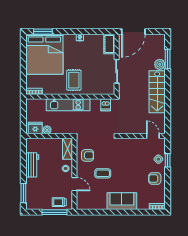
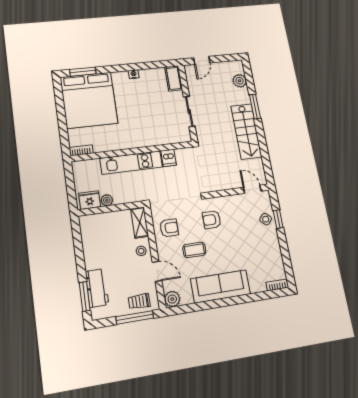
door: (133, 32) -> (202, 60), width x0.53
window: (168, 59) -> (255, 107), moved
plant: (160, 64) -> (240, 81), moved
rug: (74, 80) -> (134, 129), removed
dishwasher: (106, 105) -> (169, 158), moved
workbench: (32, 165) -> (97, 288), moved
armchair: (155, 178) -> (212, 220), moved
sofa: (122, 201) -> (220, 286), width x1.36
plant: (82, 204) -> (172, 299), added

